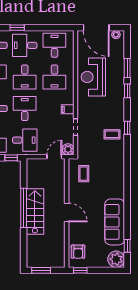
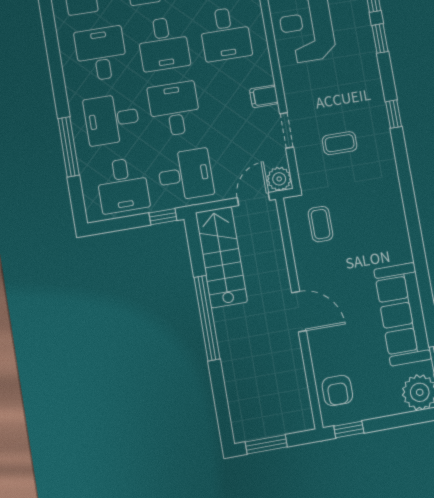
coffee table: (112, 134) -> (340, 143), moved
stairs: (35, 211) -> (221, 257), moved

